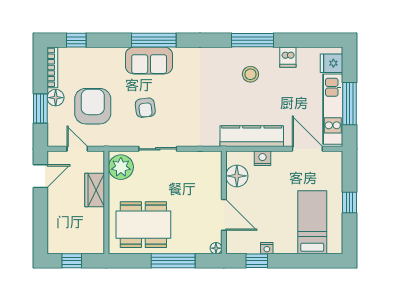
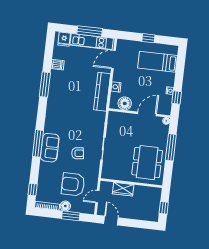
stool: (250, 74) -> (65, 88), removed
plant: (121, 167) -> (111, 172), removed

